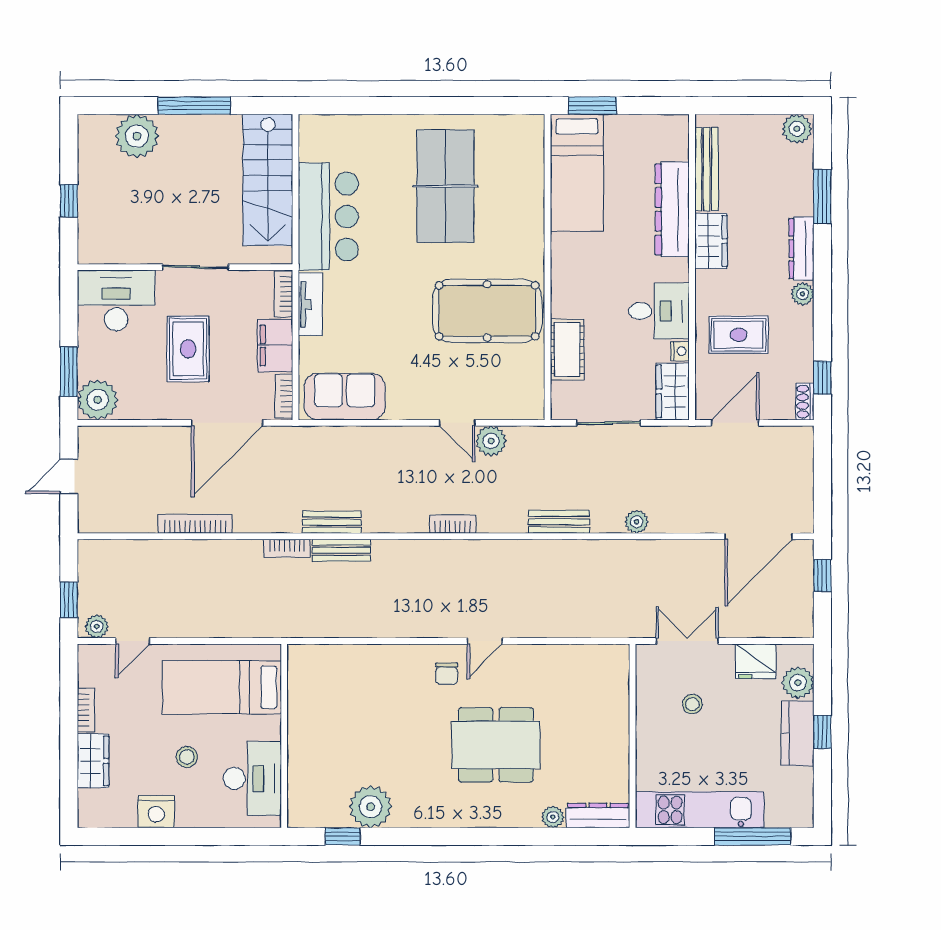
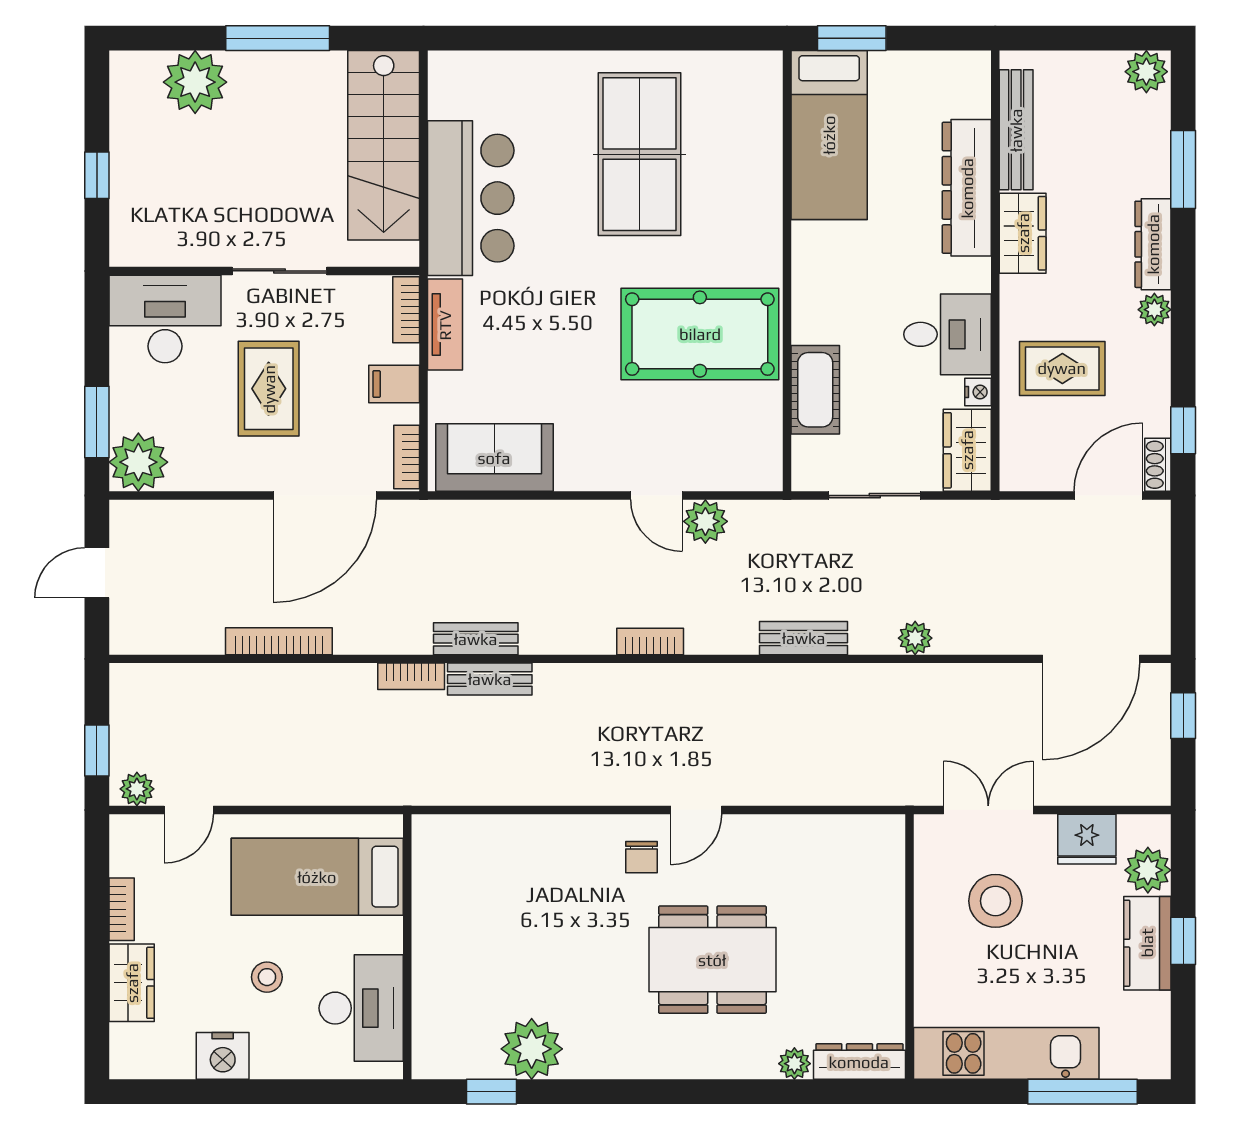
filing cabinet: (275, 346) -> (394, 384), width x0.50
door: (735, 423) -> (1108, 496), moved
stool: (692, 704) -> (995, 901), width x1.89, depth x1.89

